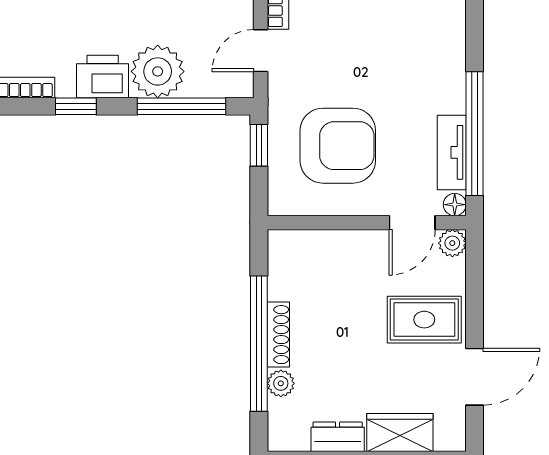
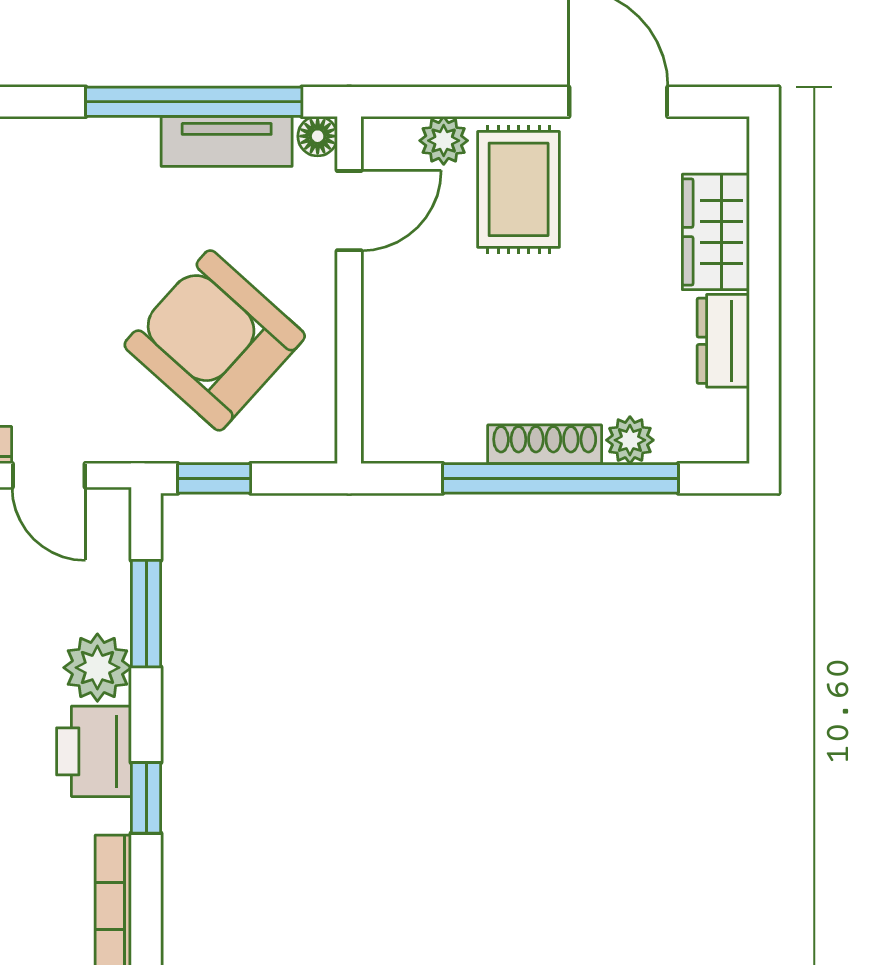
plant: (158, 71) -> (97, 668), width x0.73, depth x0.73
window: (181, 106) -> (146, 614), width x0.69
armchair: (338, 146) -> (215, 340), turned -48
door: (412, 223) -> (349, 211), hinge flipped
plant: (452, 243) -> (444, 141), moved

